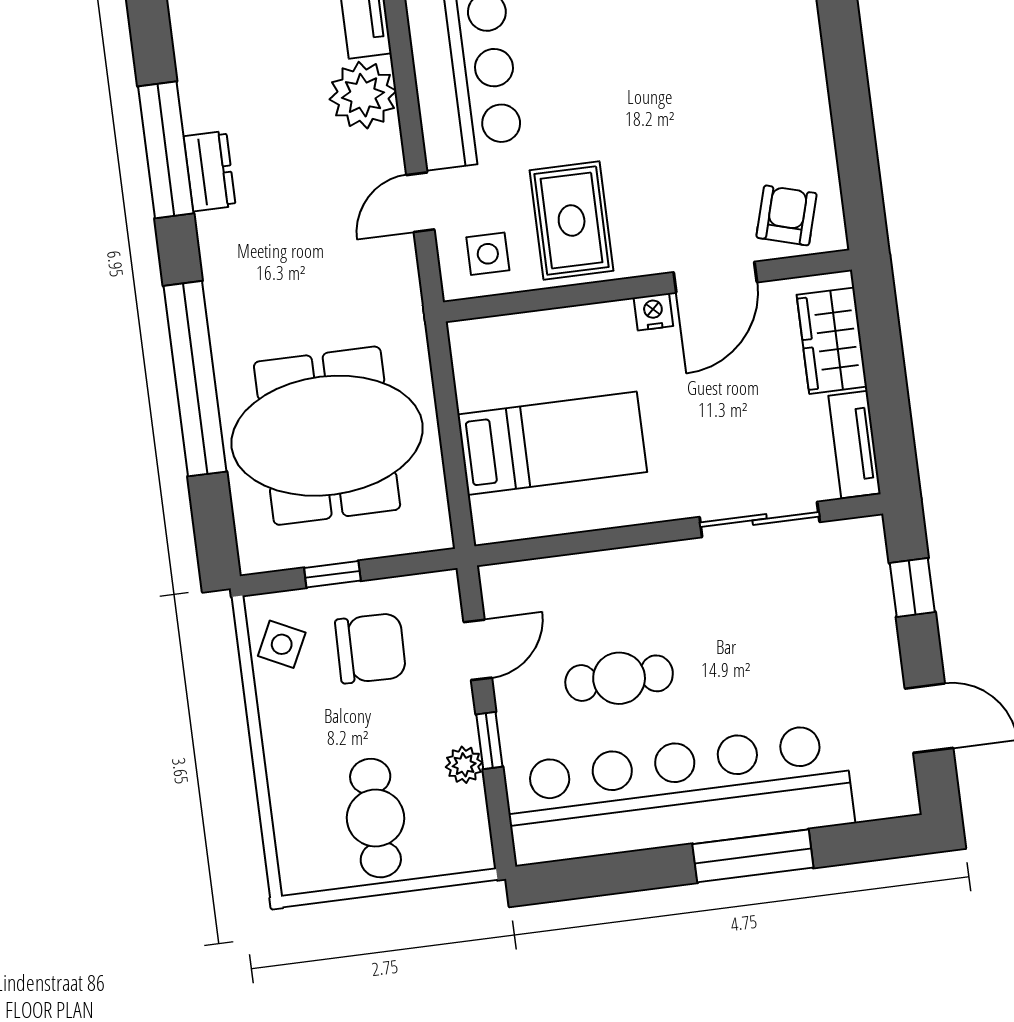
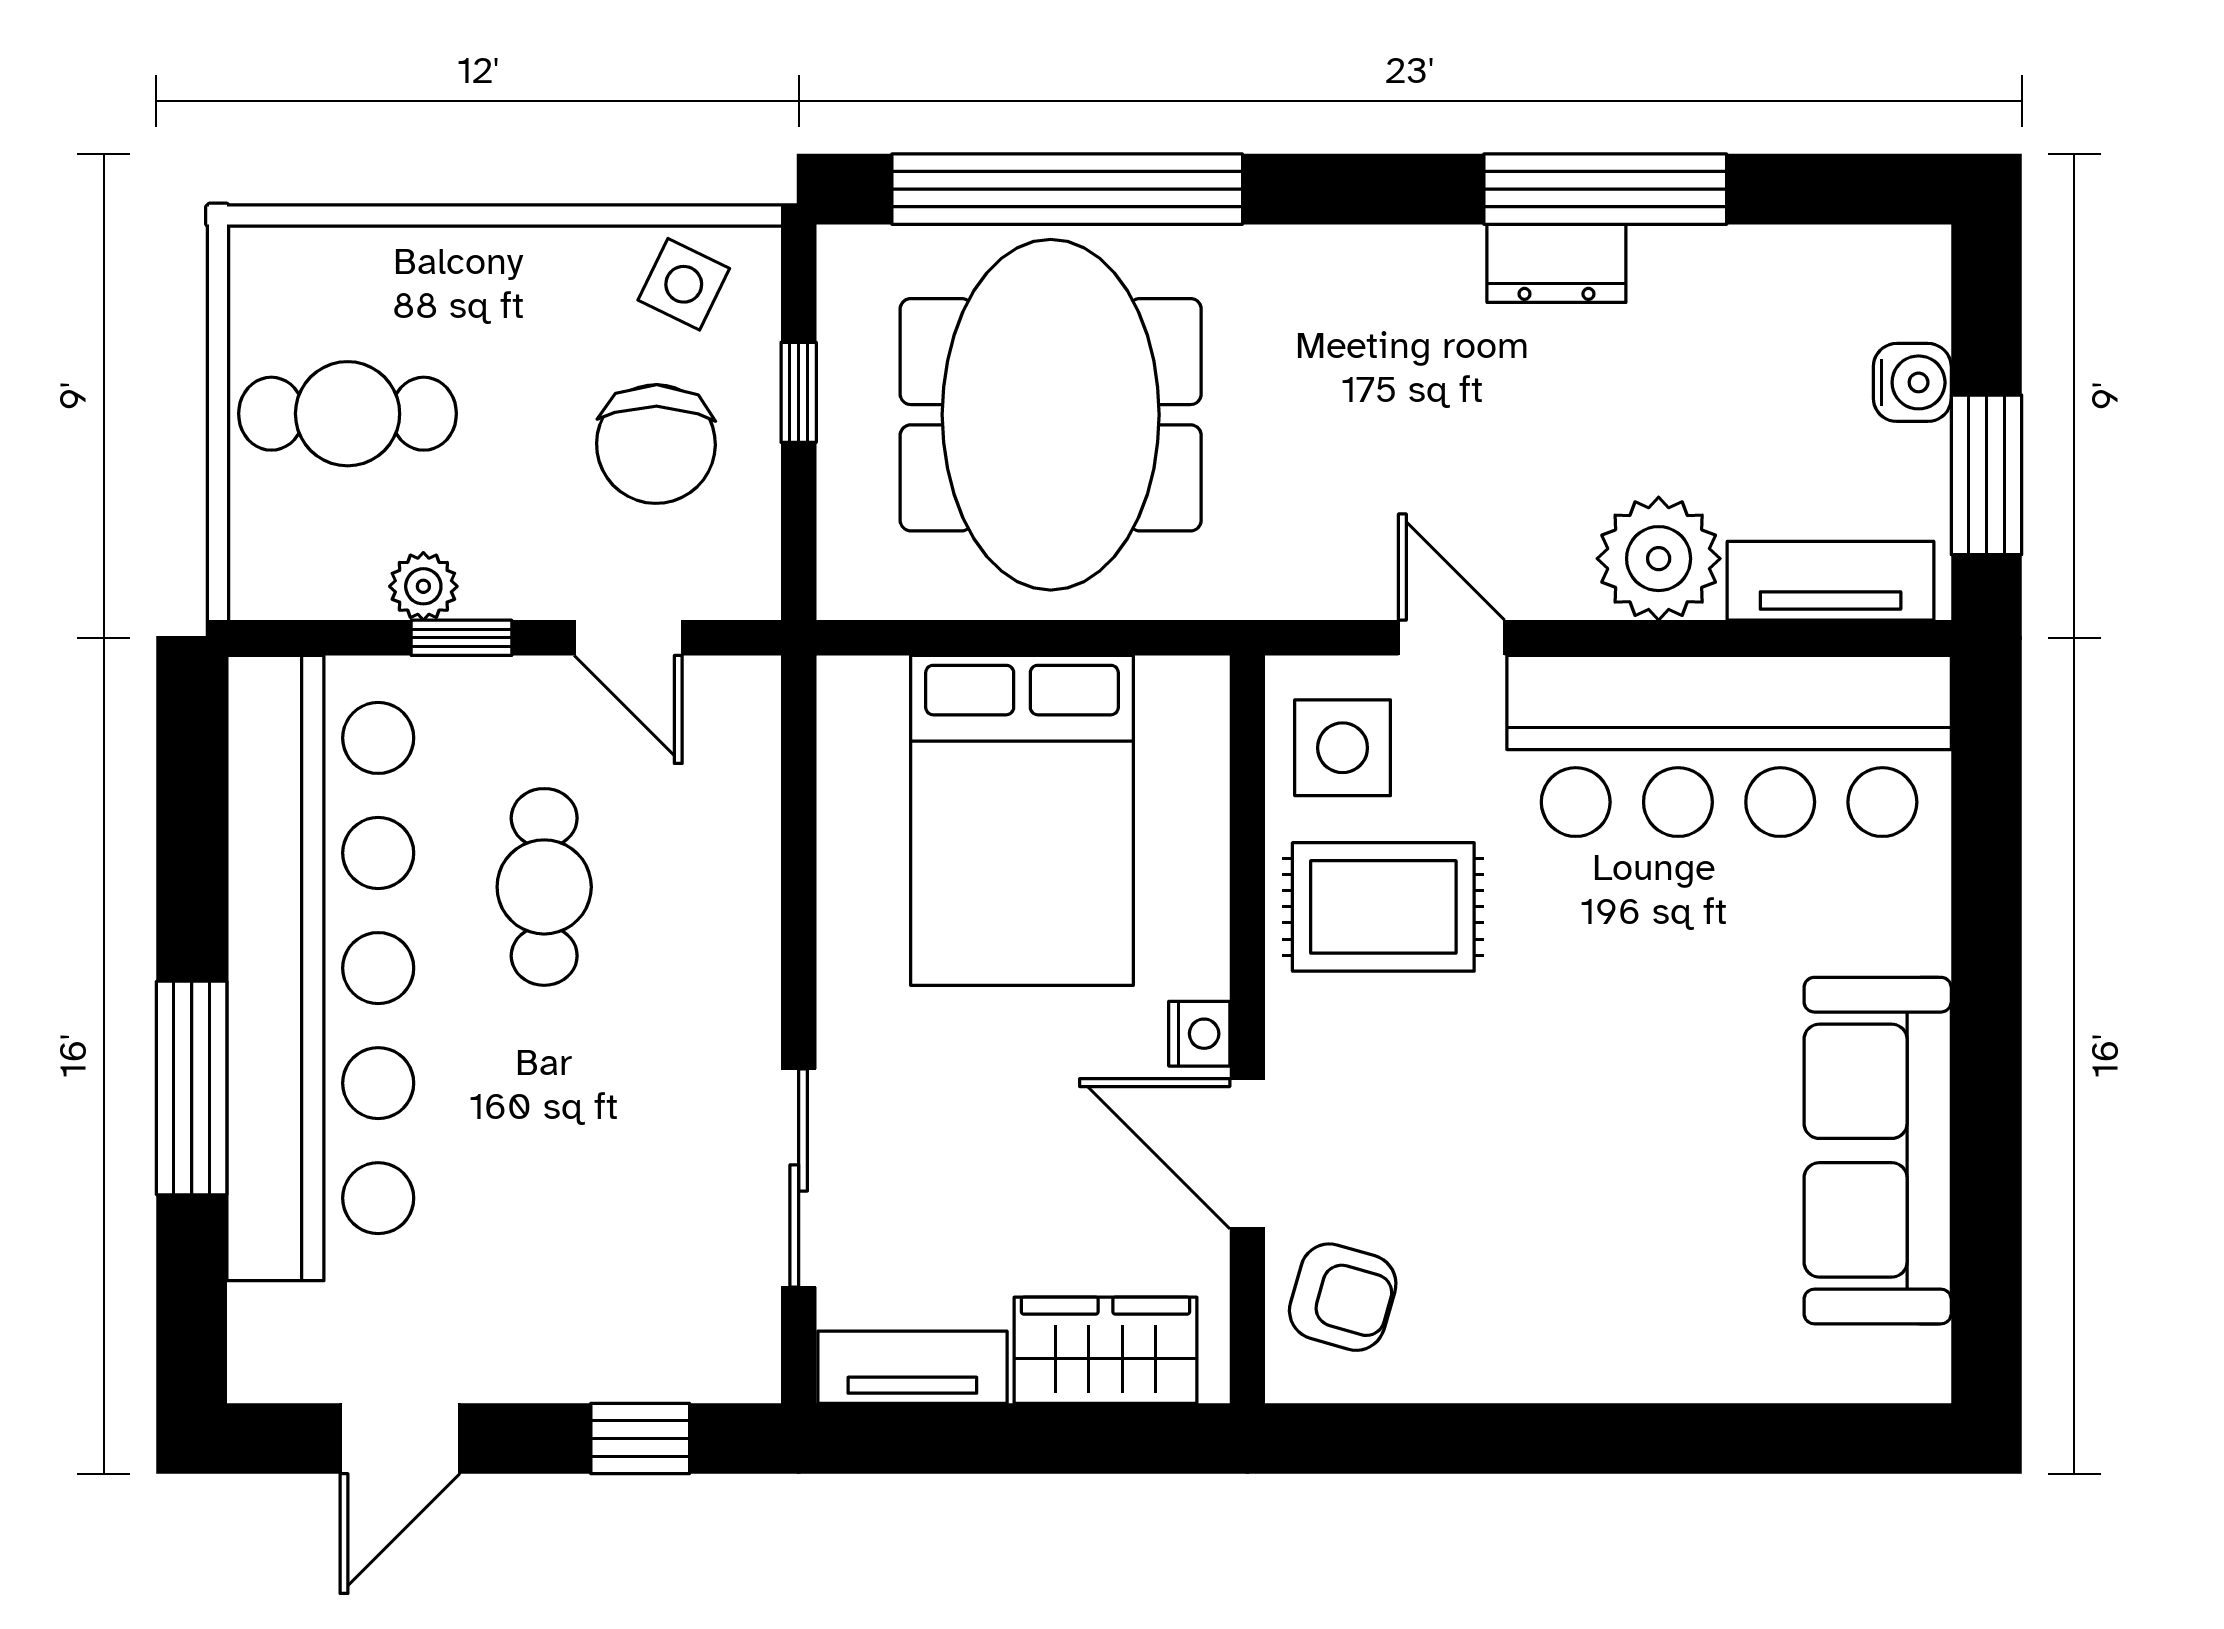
side table: (488, 254) -> (1343, 748), width x1.37, depth x1.37
window: (195, 379) -> (1067, 189), moved
bed: (552, 443) -> (1022, 820), width x1.50

